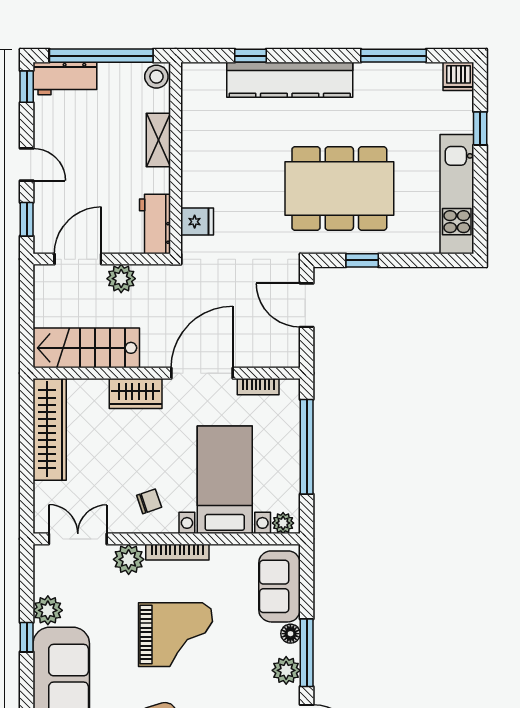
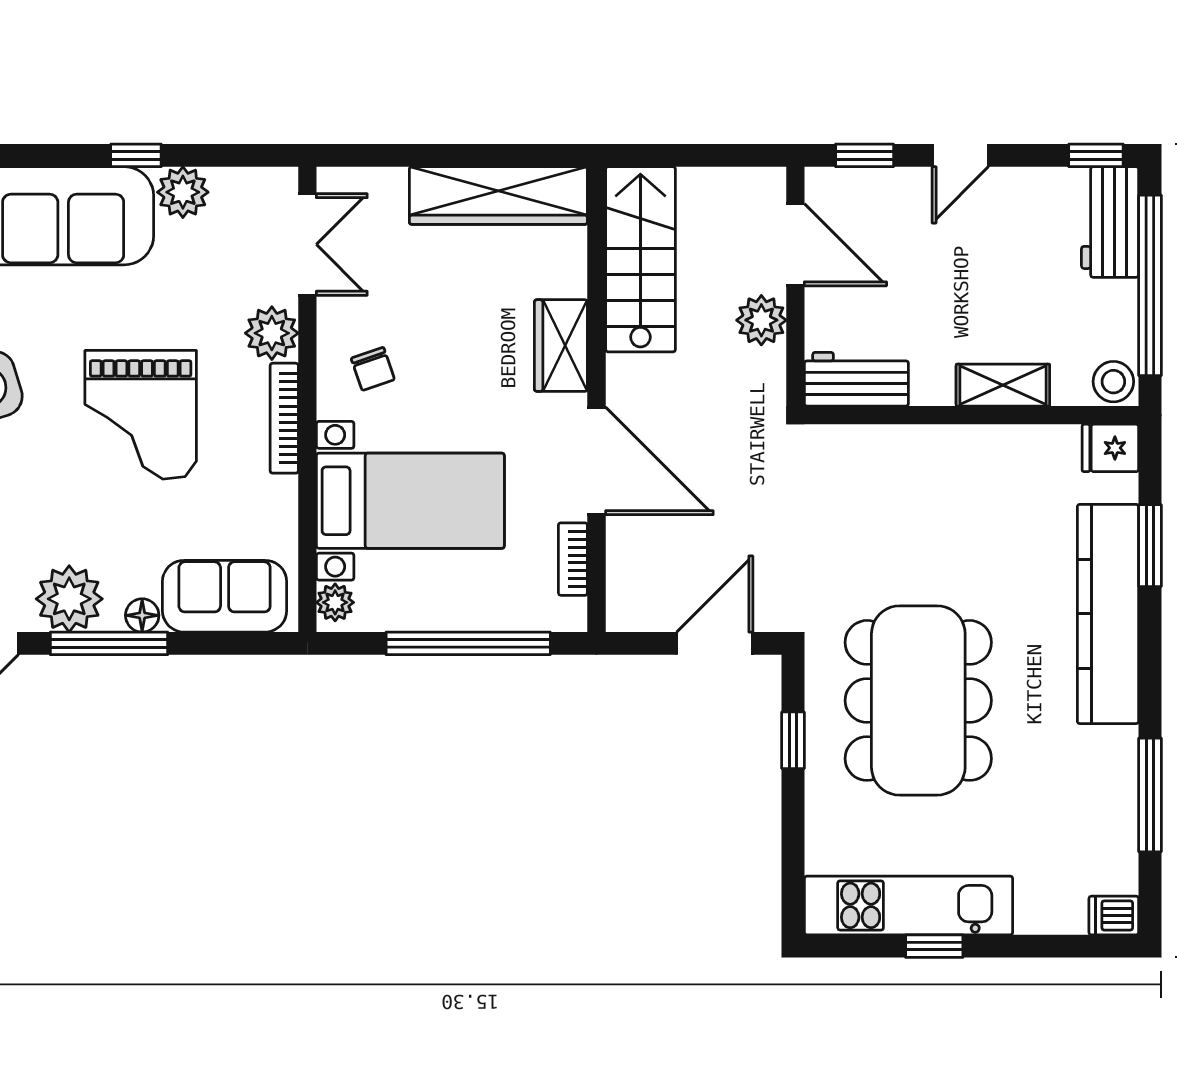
window: (250, 56) -> (1150, 546), width x1.50
dishwasher: (458, 76) -> (1114, 915), width x0.73
window: (480, 128) -> (934, 946), moved
fridge: (197, 222) -> (1110, 448), moved, turned 90
plant: (286, 670) -> (69, 599), width x1.36, depth x1.36

